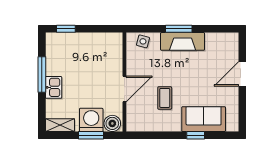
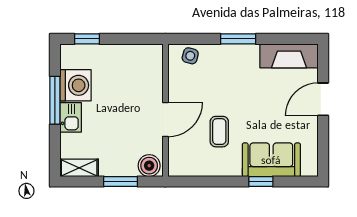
fireplace: (183, 41) -> (289, 56), moved
washing machine: (91, 120) -> (75, 85), moved, turned 90

